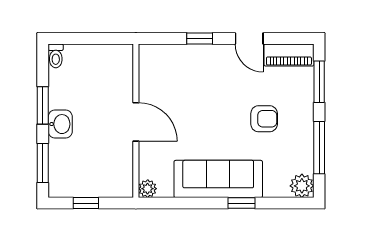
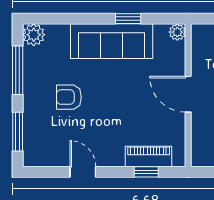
window: (200, 39) -> (146, 172), moved
piano: (289, 55) -> (149, 156), moved
window: (242, 203) -> (128, 19), moved

